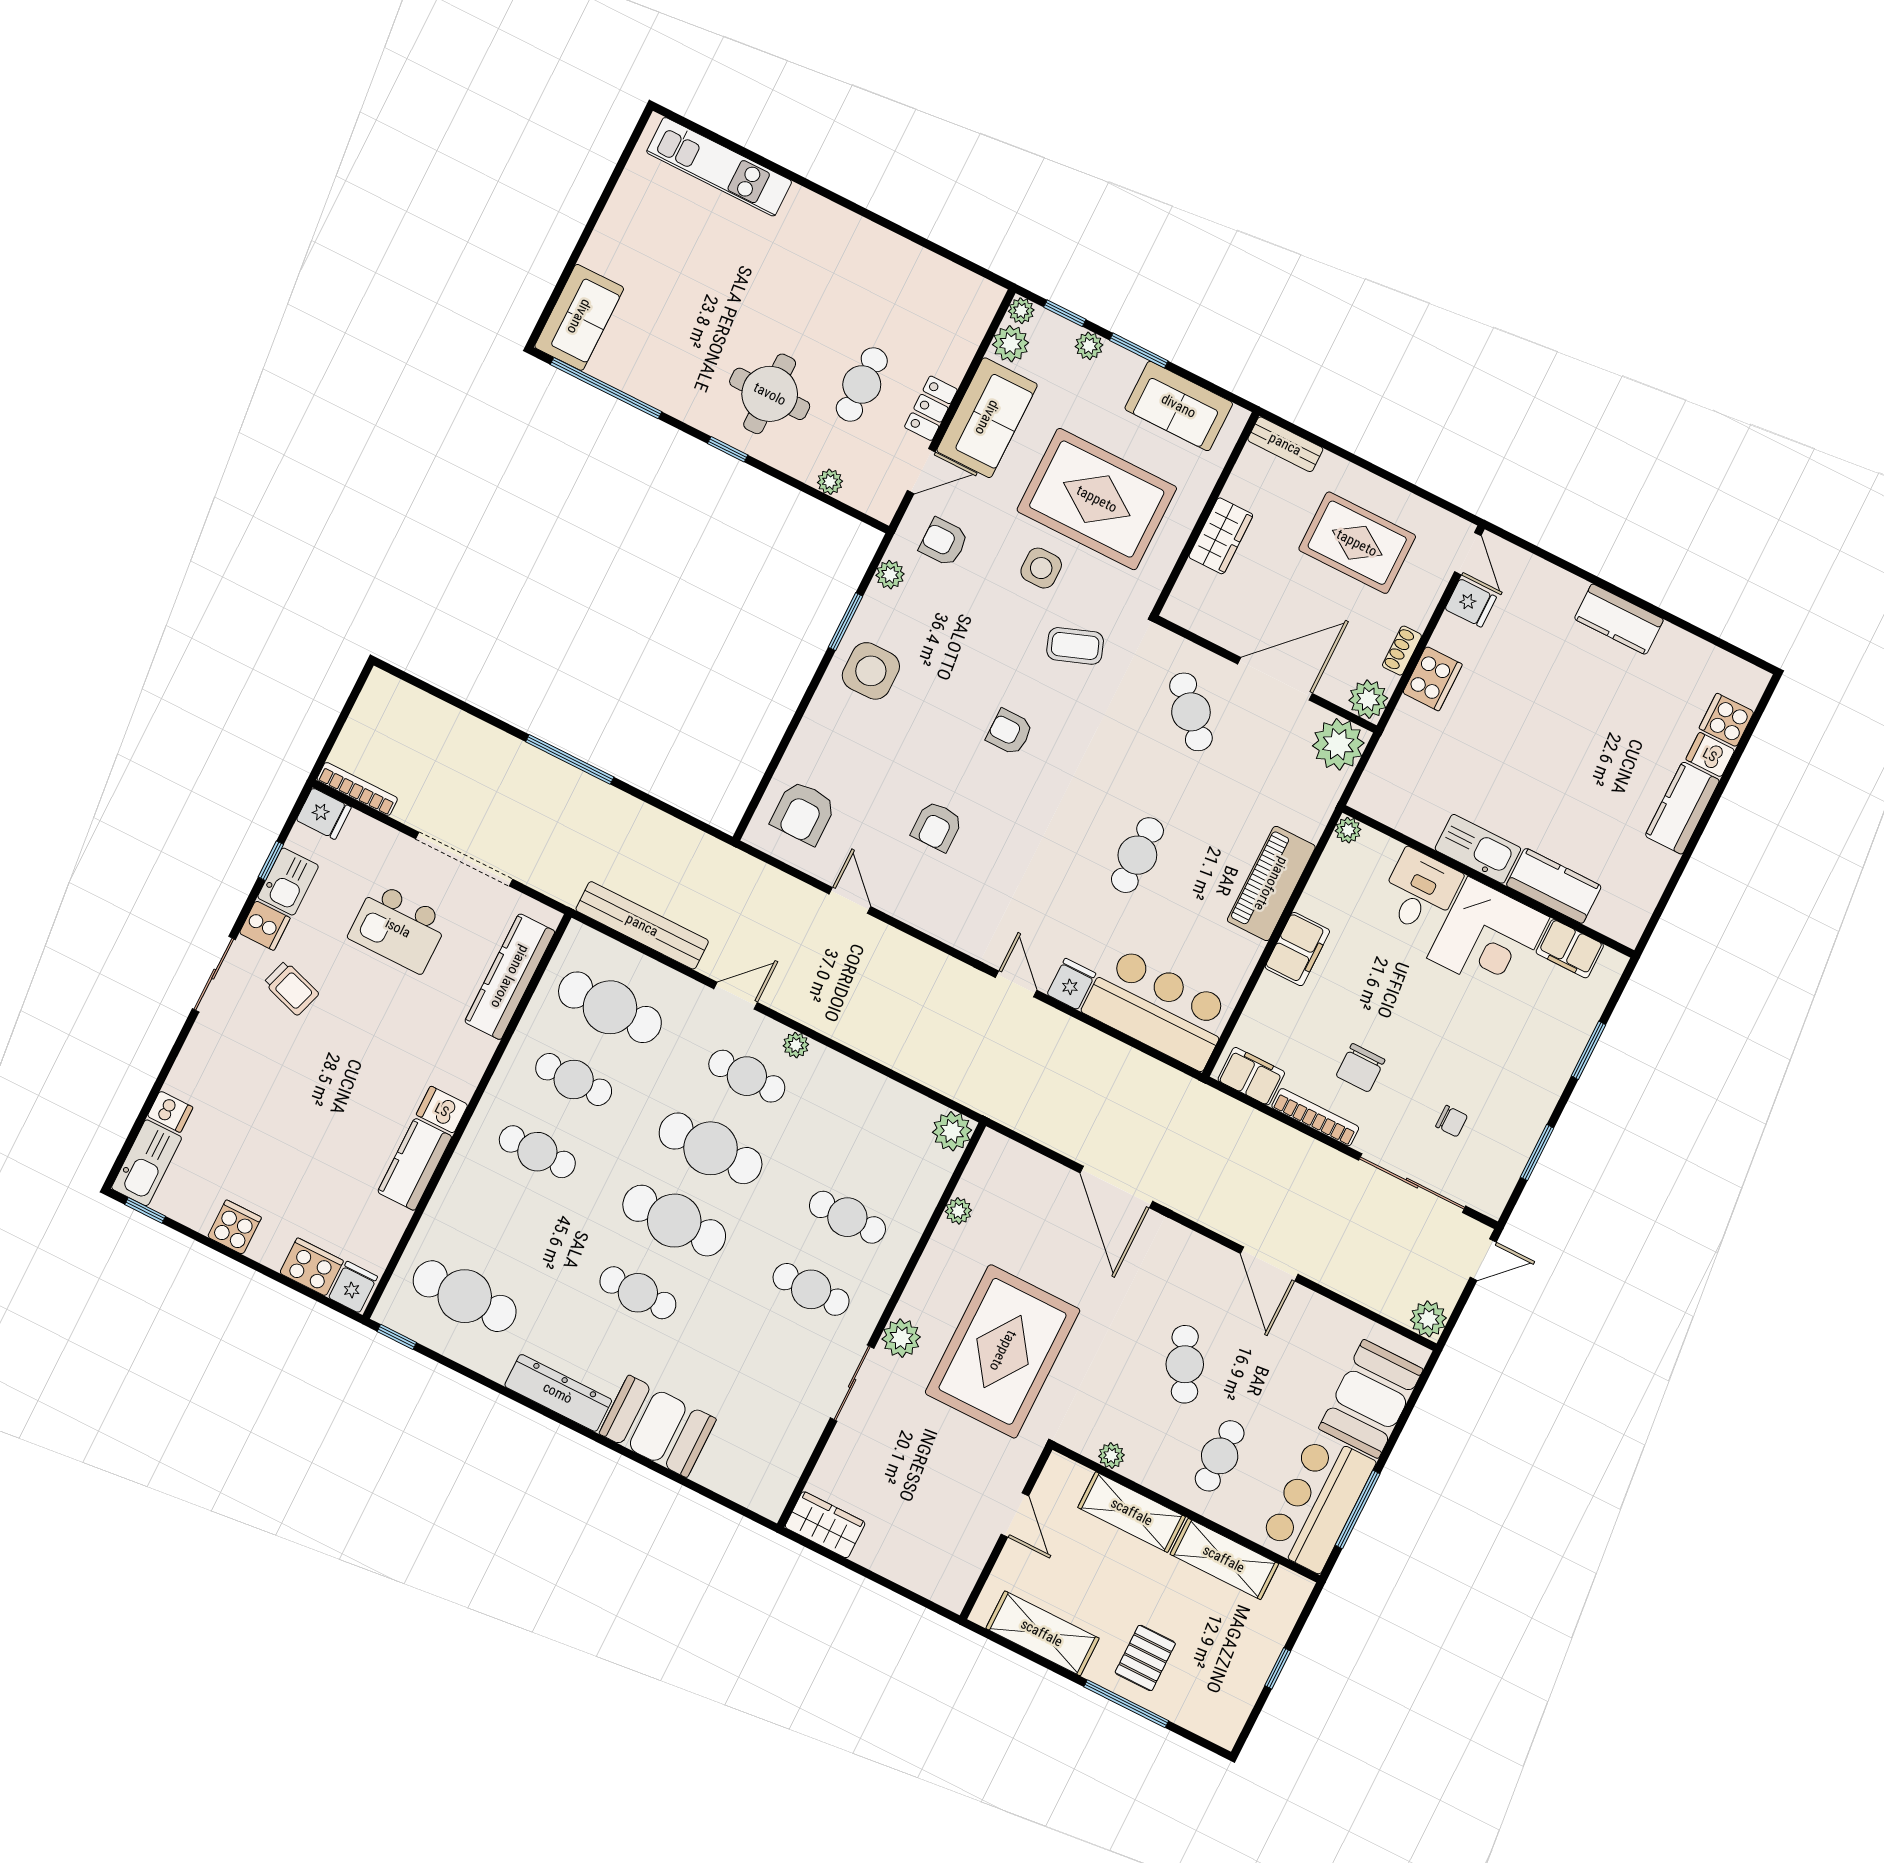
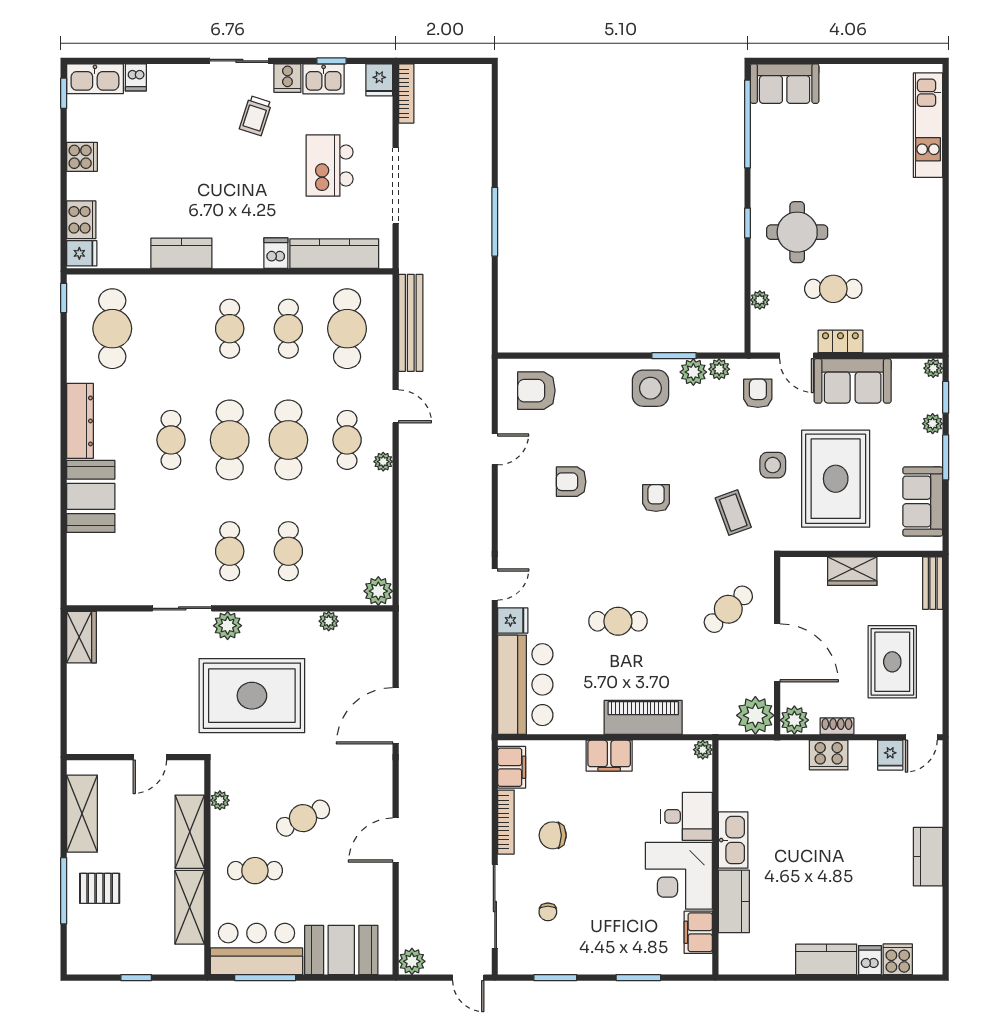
plant: (1011, 344) -> (693, 372), moved
dishwasher: (442, 1110) -> (276, 253), moved

